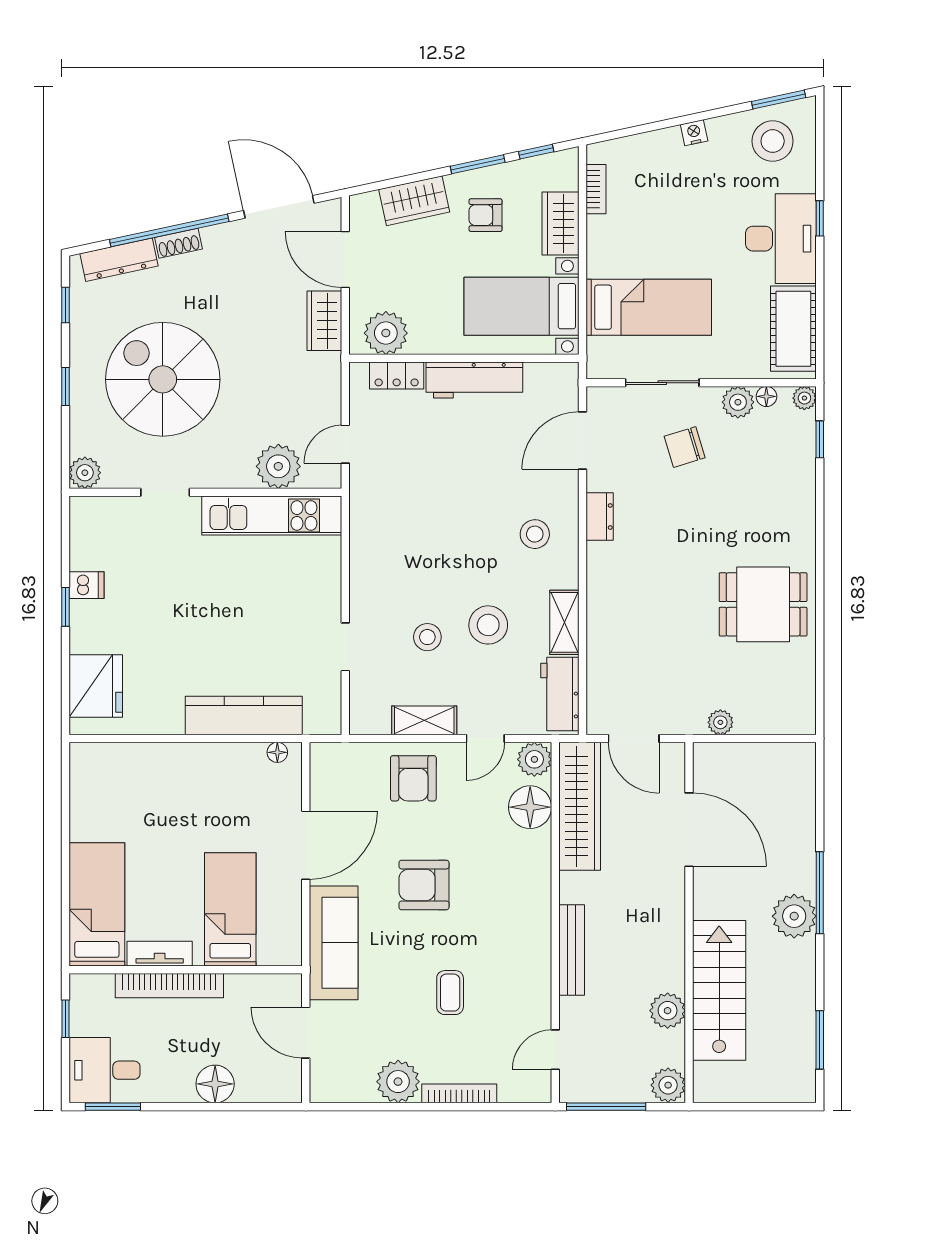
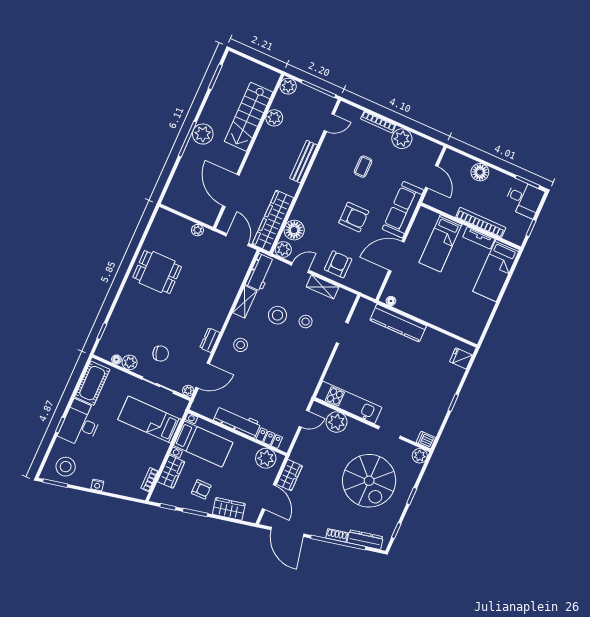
plant: (804, 398) -> (188, 391), moved
dishwasher: (86, 585) -> (426, 440), moved
fridge: (96, 686) -> (461, 358), width x0.53, depth x0.75

